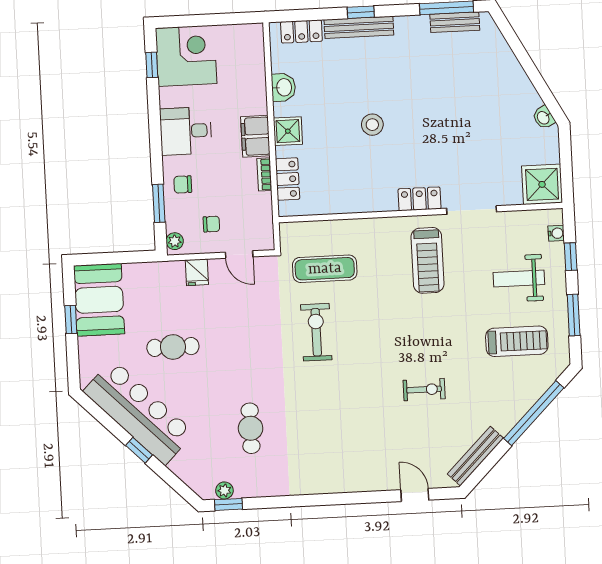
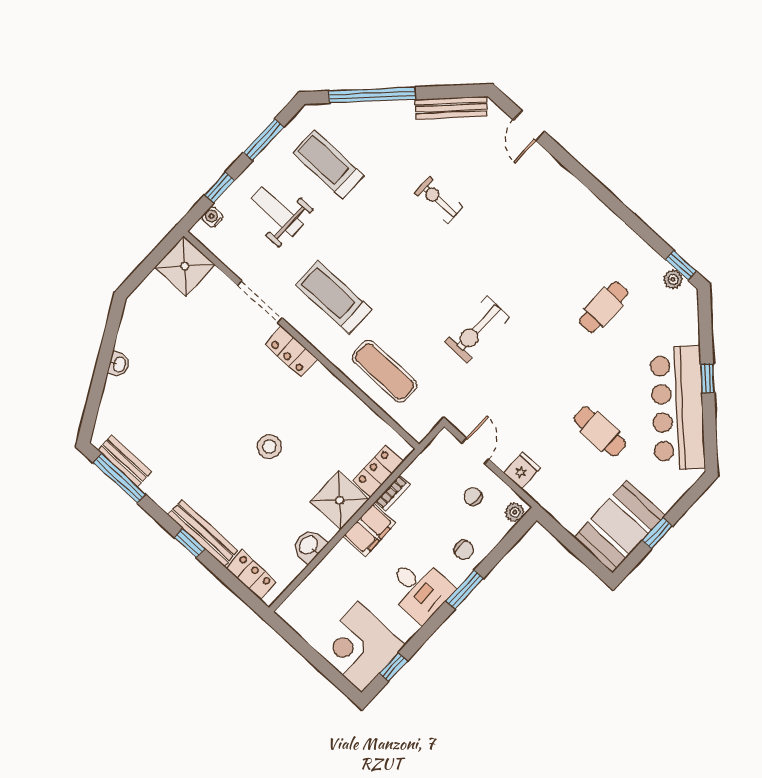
washbasin: (544, 118) -> (119, 364), moved
shower: (288, 131) -> (340, 500), width x1.36, depth x1.36
window: (159, 203) -> (465, 590), moved
treadmill: (427, 260) -> (334, 298), turned -90
exercise mat: (325, 269) -> (385, 371), moved
weight bench: (519, 278) -> (277, 211), turned 180

